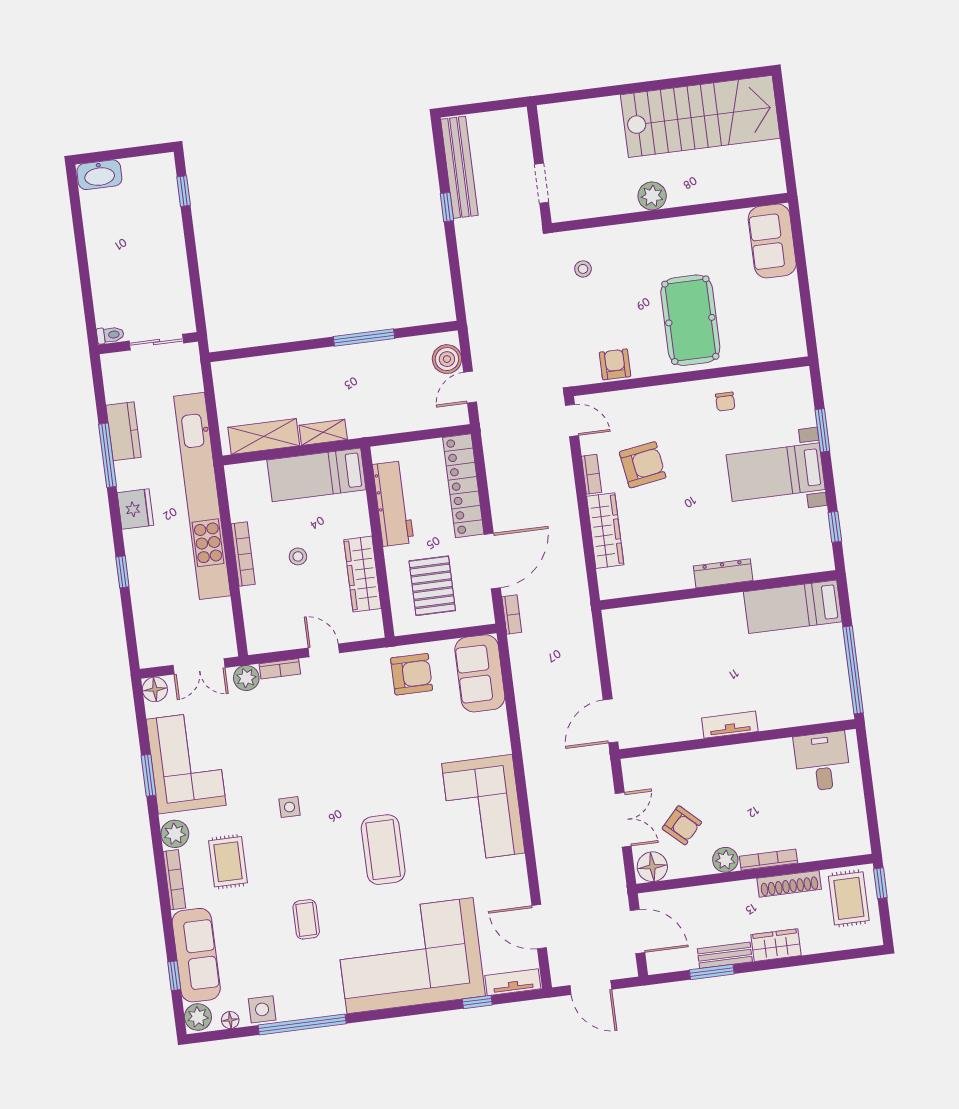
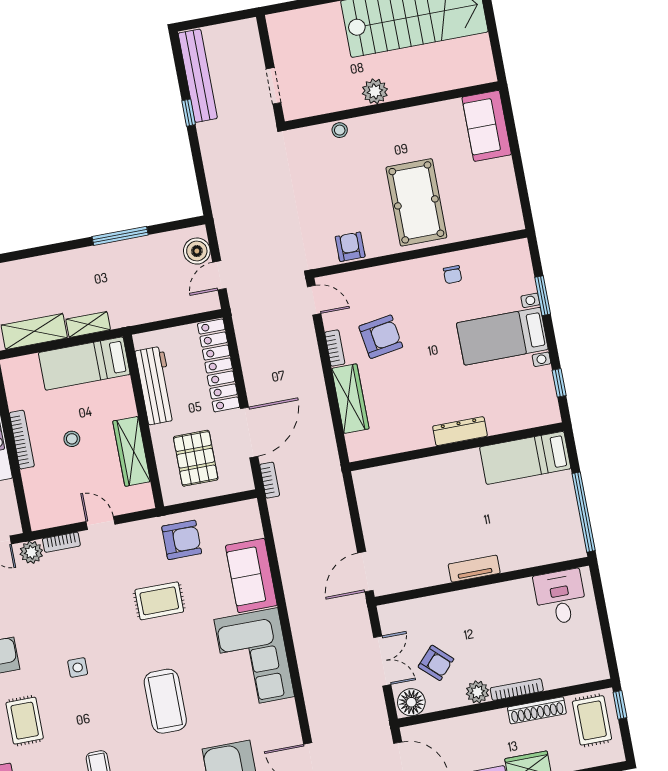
stool: (583, 269) -> (340, 130), moved
sofa: (480, 673) -> (251, 575), moved
rug: (383, 739) -> (159, 601), added

